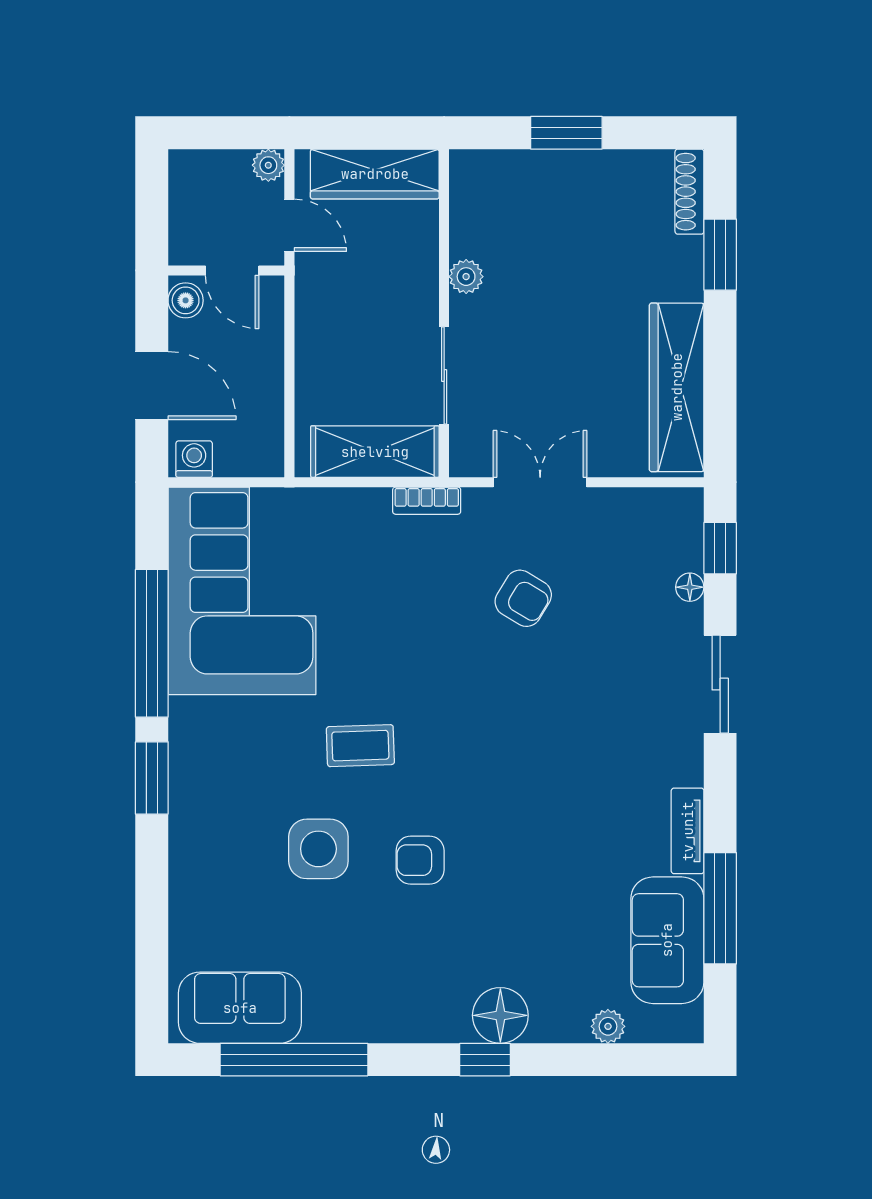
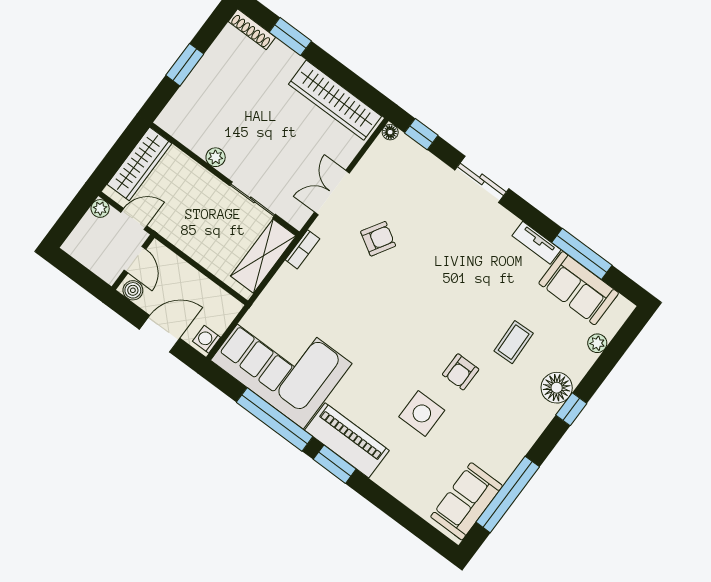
door: (232, 270) -> (135, 260), hinge flipped
floor lamp: (690, 587) -> (390, 132), moved
coffee table: (360, 746) -> (514, 342), moved
piano: (199, 770) -> (347, 440), added

